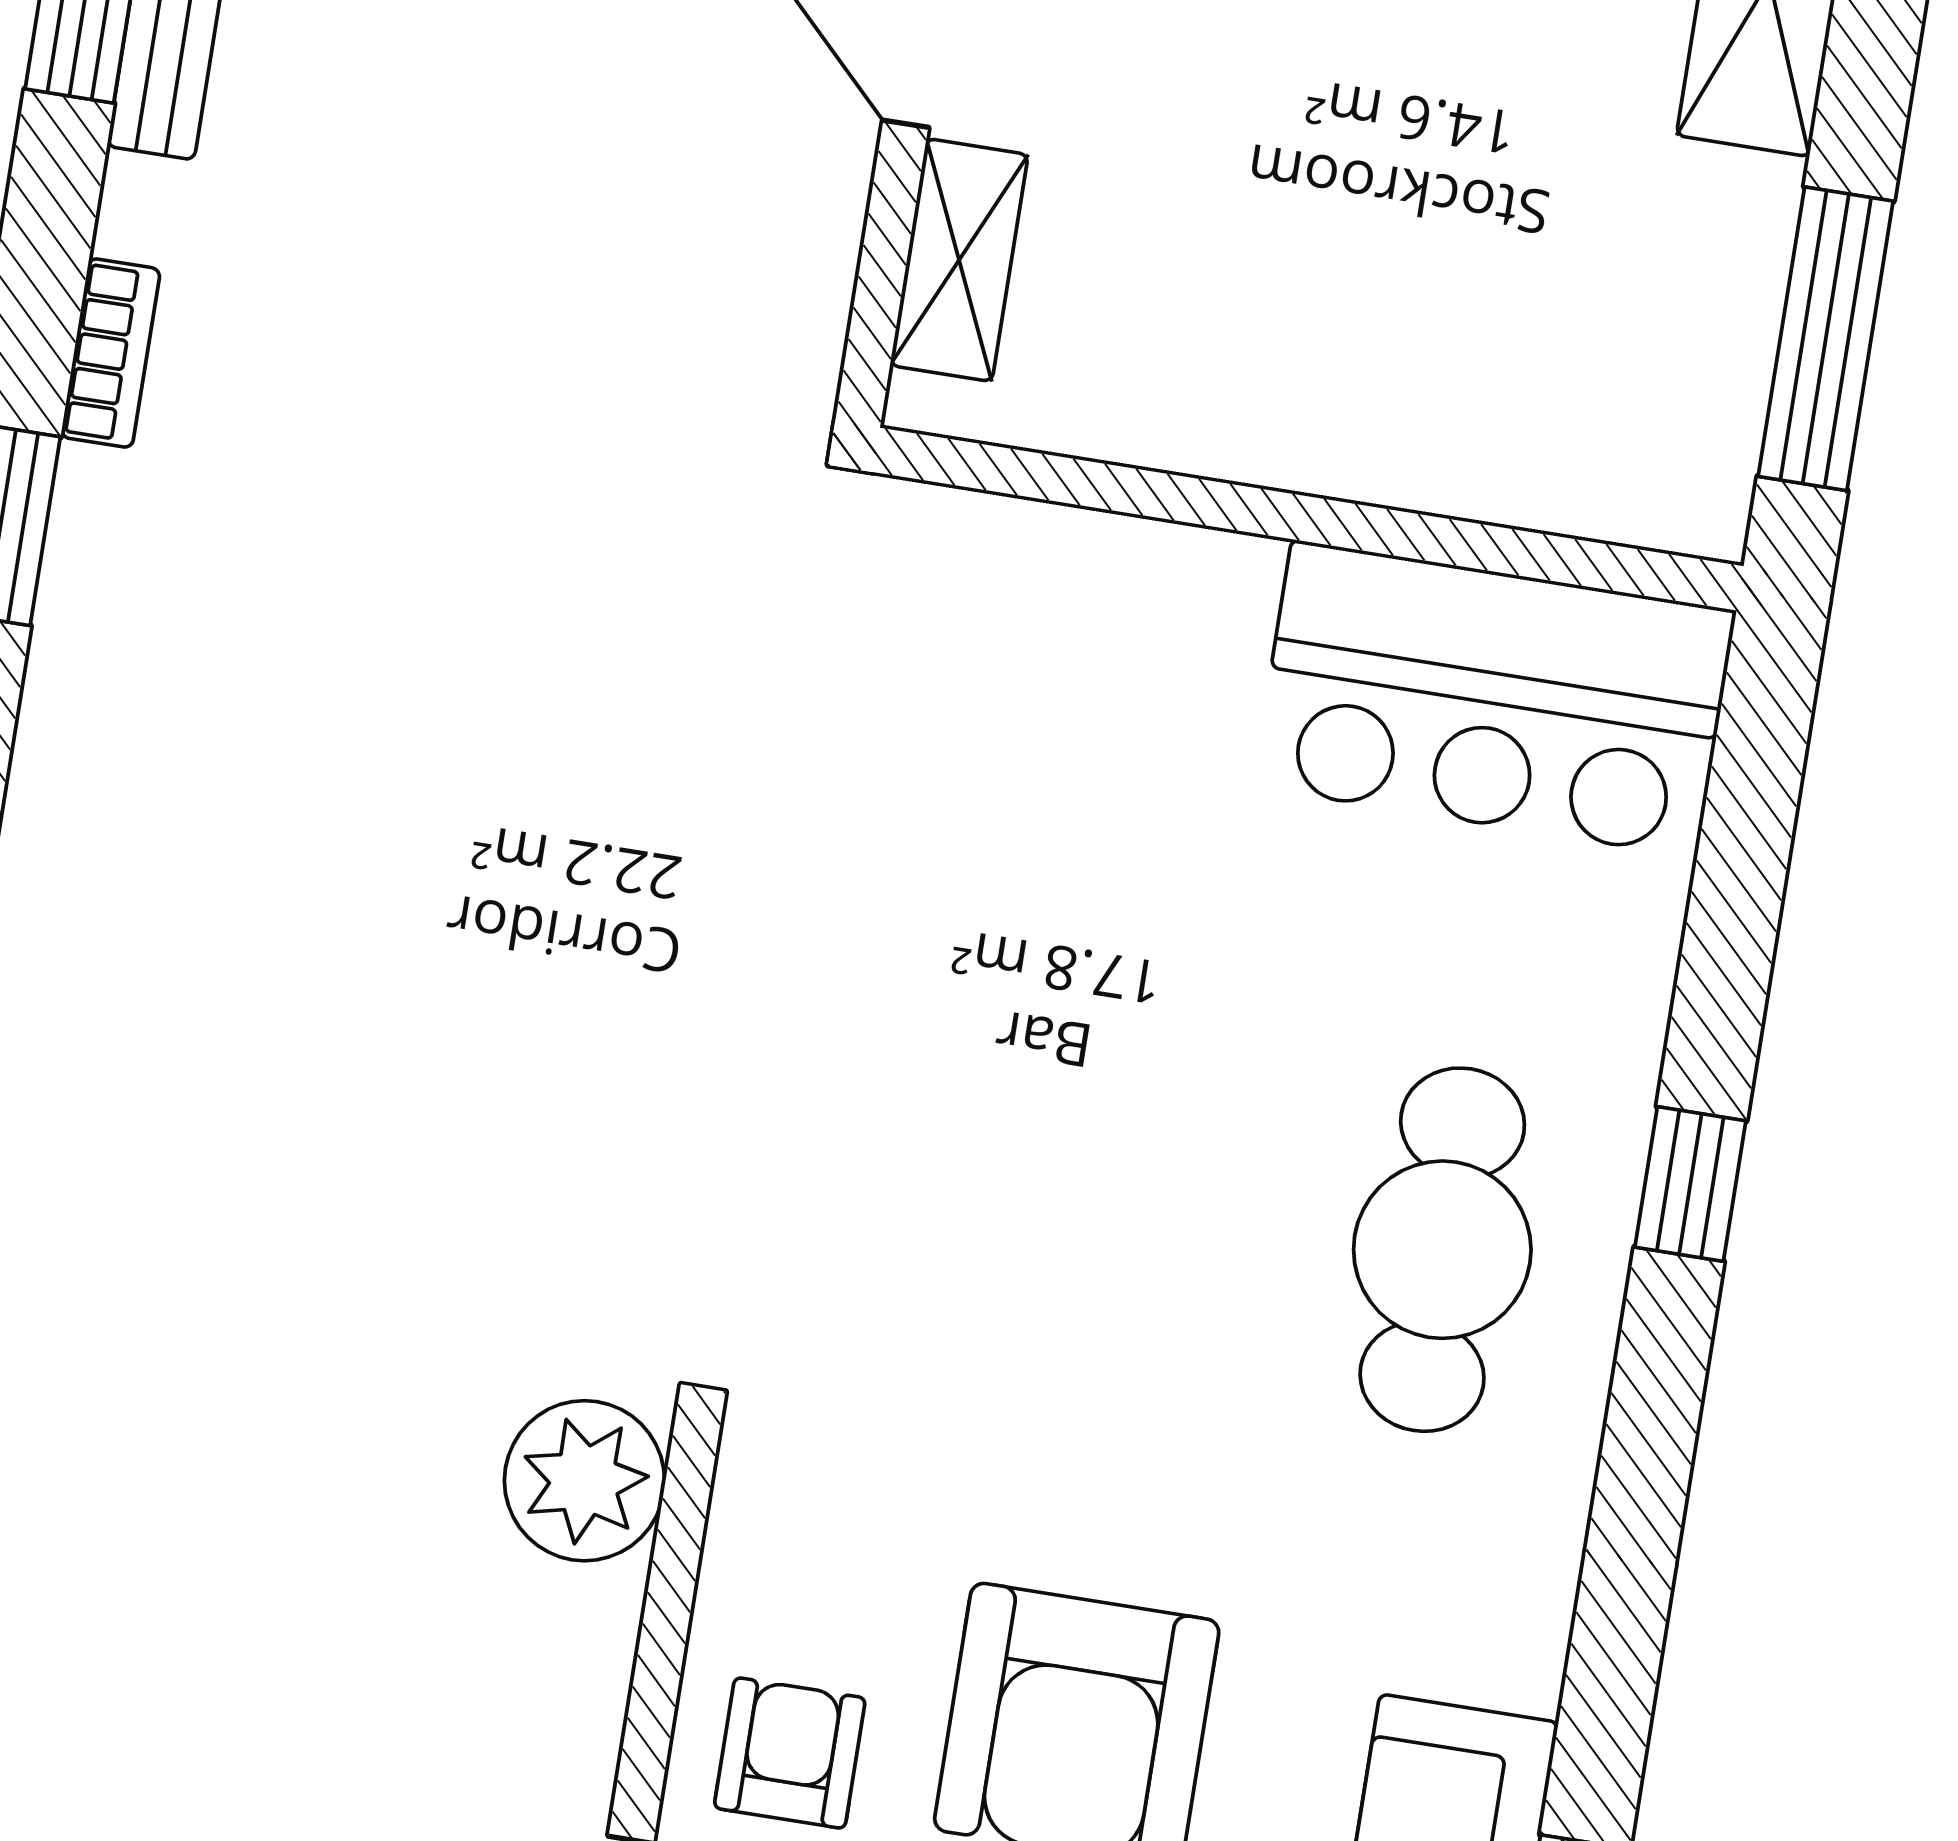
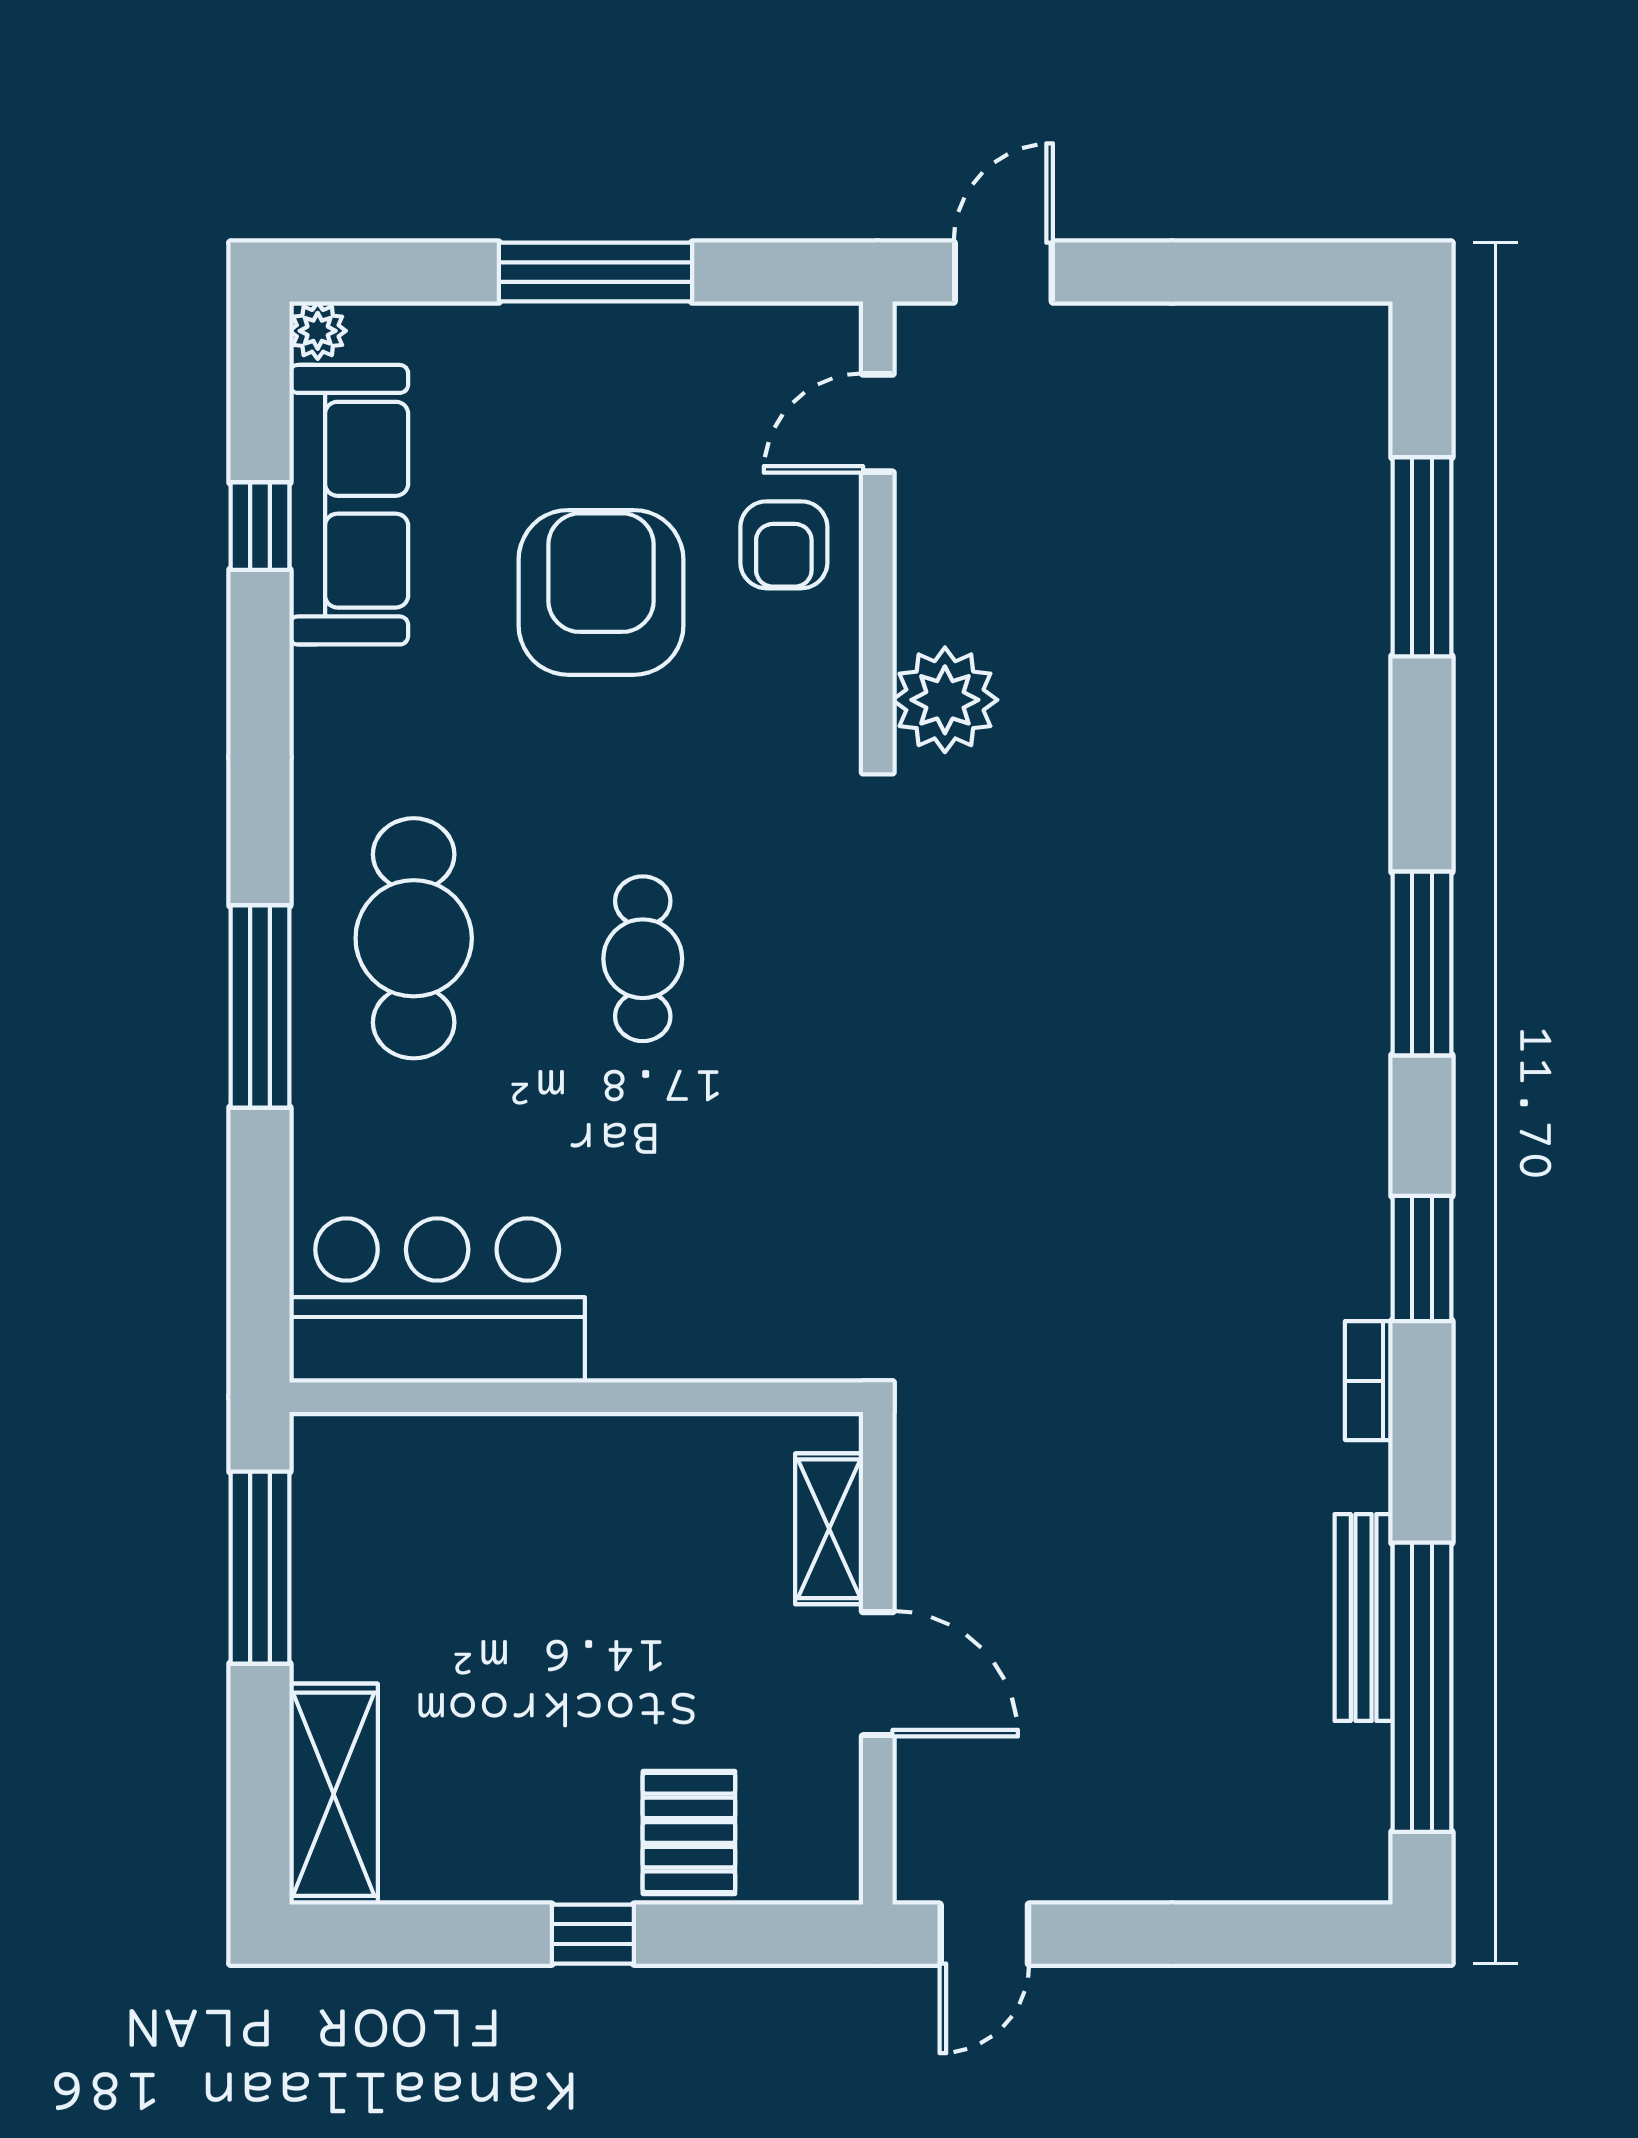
cafe table: (1102, 1164) -> (643, 959), added
window: (1690, 1184) -> (260, 1007), width x2.17

